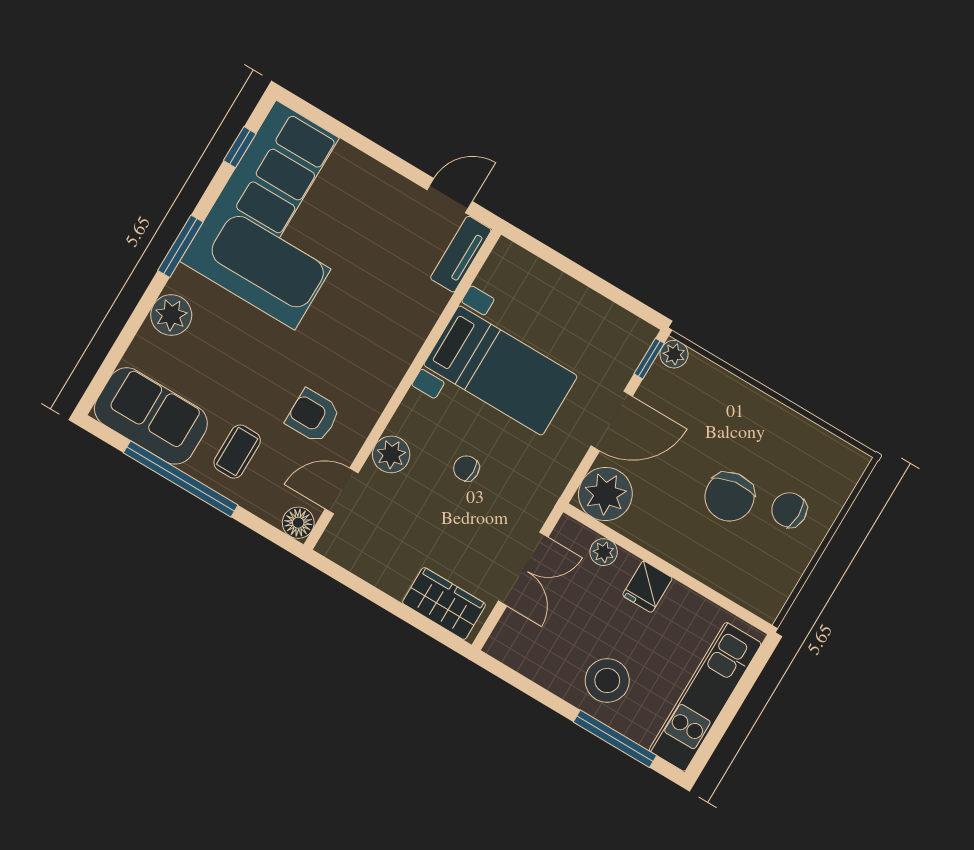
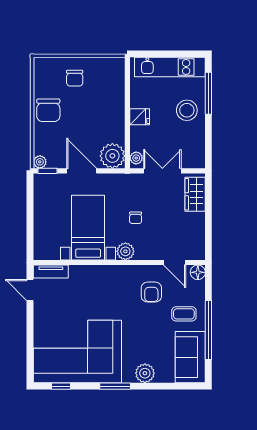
plant: (391, 454) -> (125, 251), moved
chair: (729, 497) -> (48, 110), moved, turned 98
plant: (604, 552) -> (136, 158), moved

